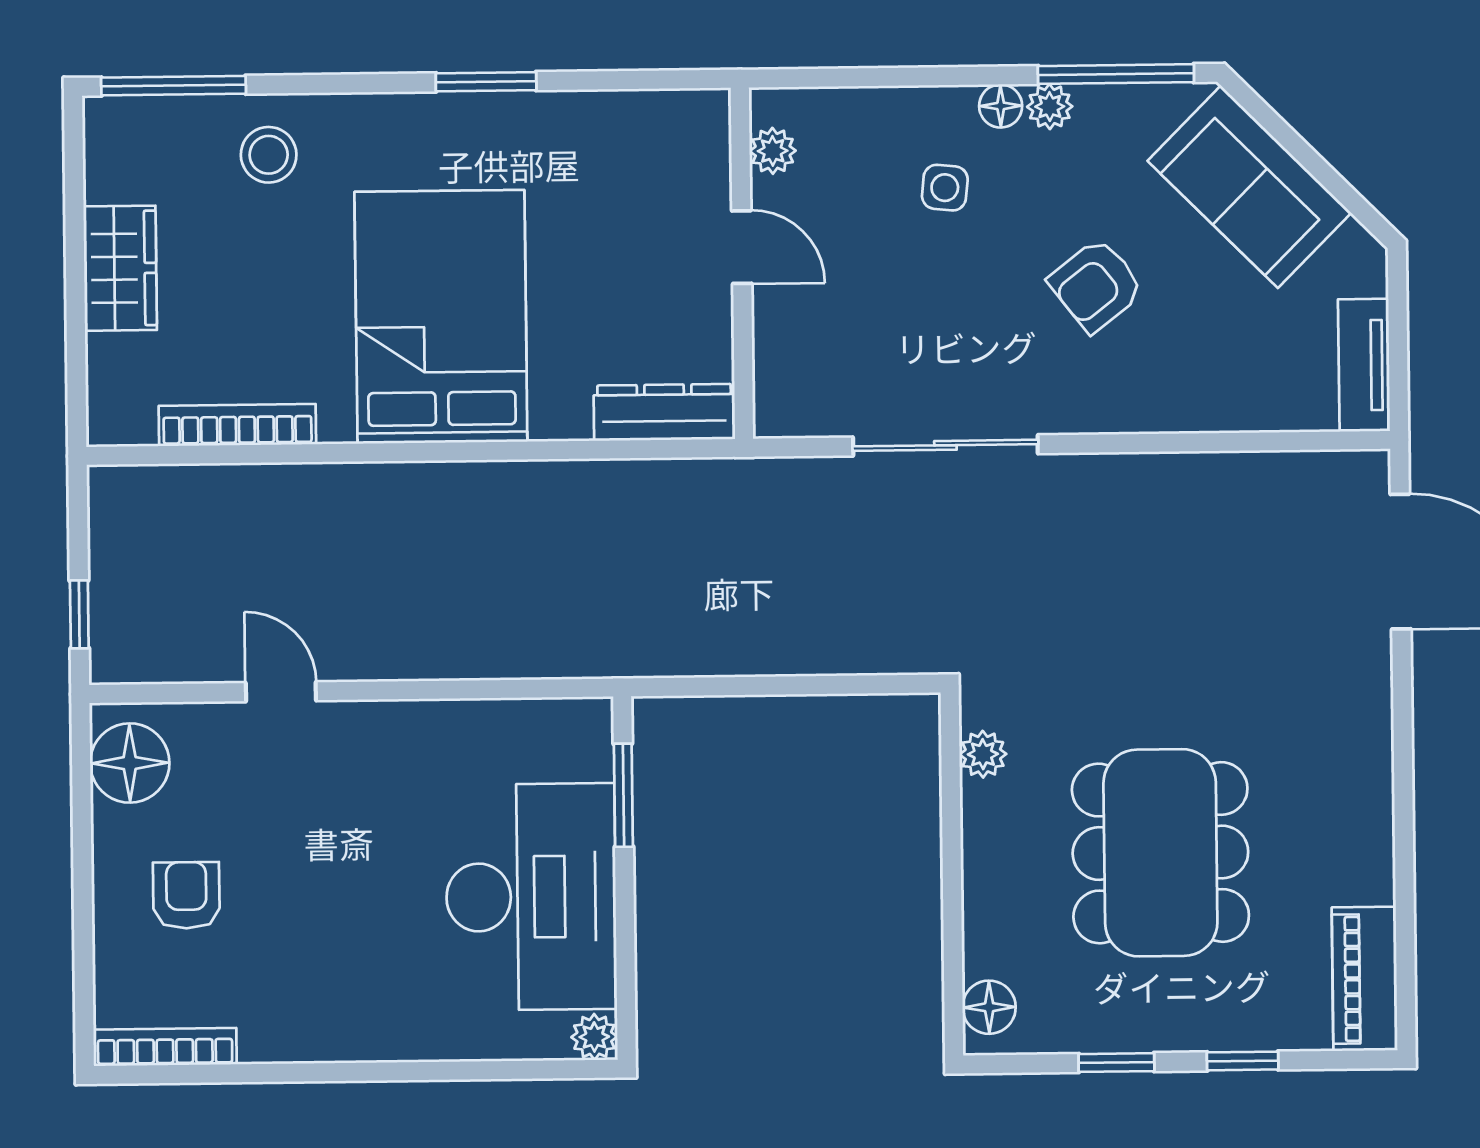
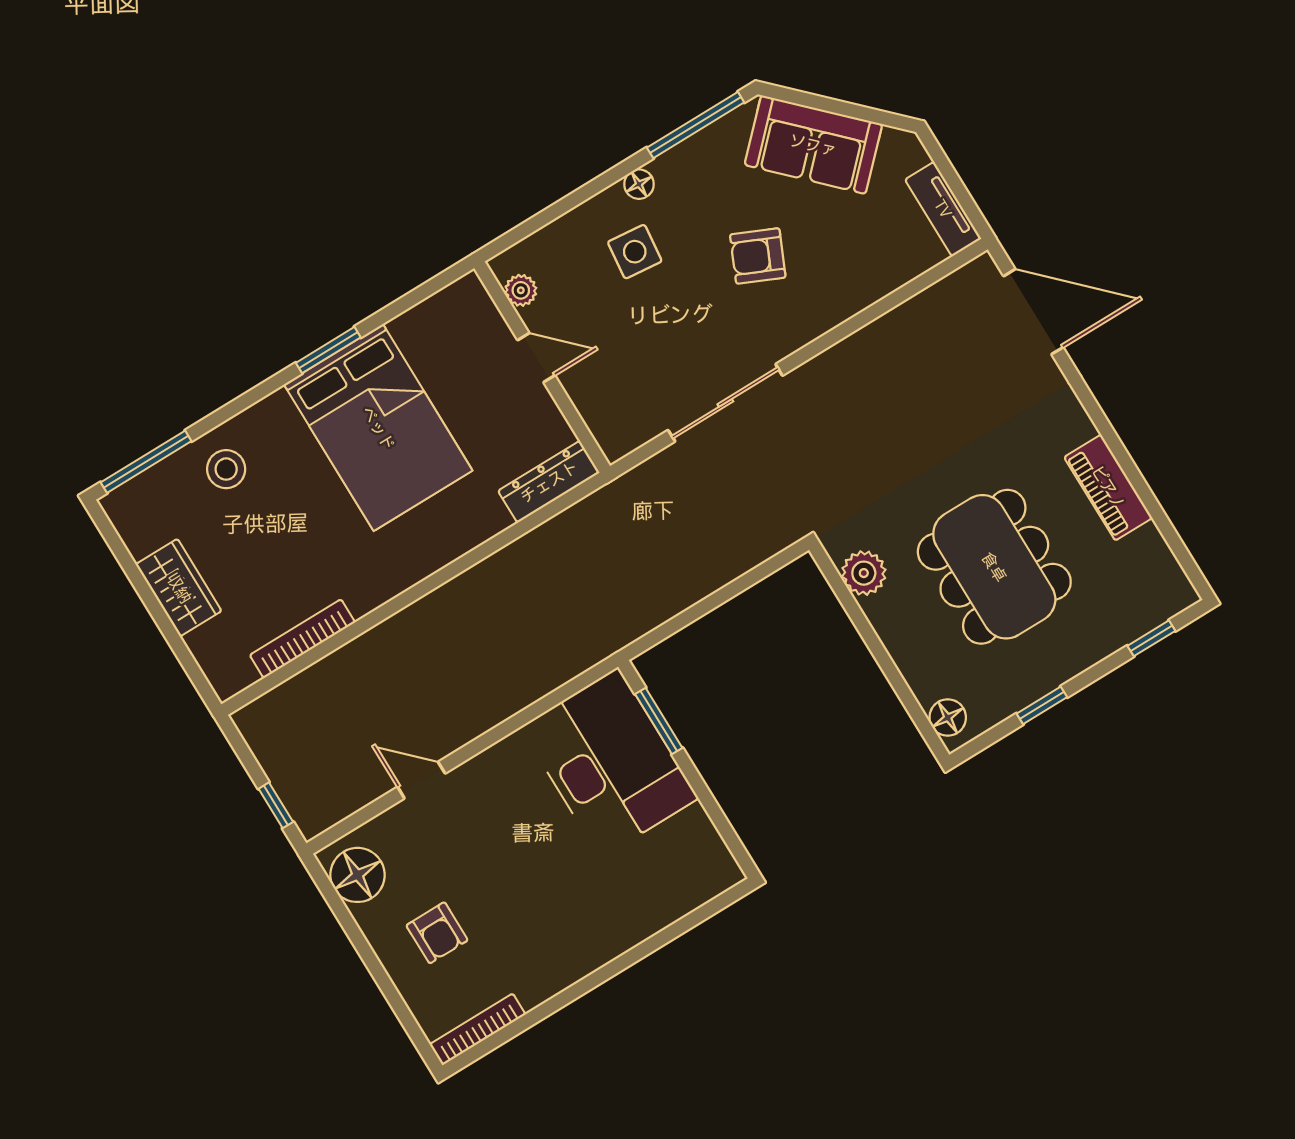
plant: (1050, 107) -> (668, 167), removed
side table: (945, 188) -> (635, 252), width x1.37, depth x1.37
armchair: (1096, 285) -> (758, 256), turned 62
bed: (441, 317) -> (378, 428), moved, turned 180
plant: (983, 754) -> (864, 573), width x1.38, depth x1.38
armchair: (186, 895) -> (437, 933), turned 180
desk: (531, 897) -> (609, 763), moved
piano: (1365, 979) -> (1108, 487), moved
plant: (594, 1037) -> (726, 873), removed
window: (1243, 1061) -> (1151, 638), moved

